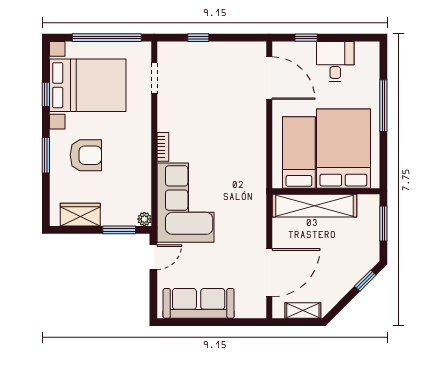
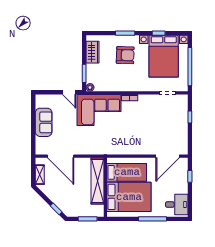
desk: (335, 62) -> (177, 205), moved
armchair: (86, 155) -> (125, 55), turned -88
sofa: (199, 303) -> (44, 122), width x0.73

